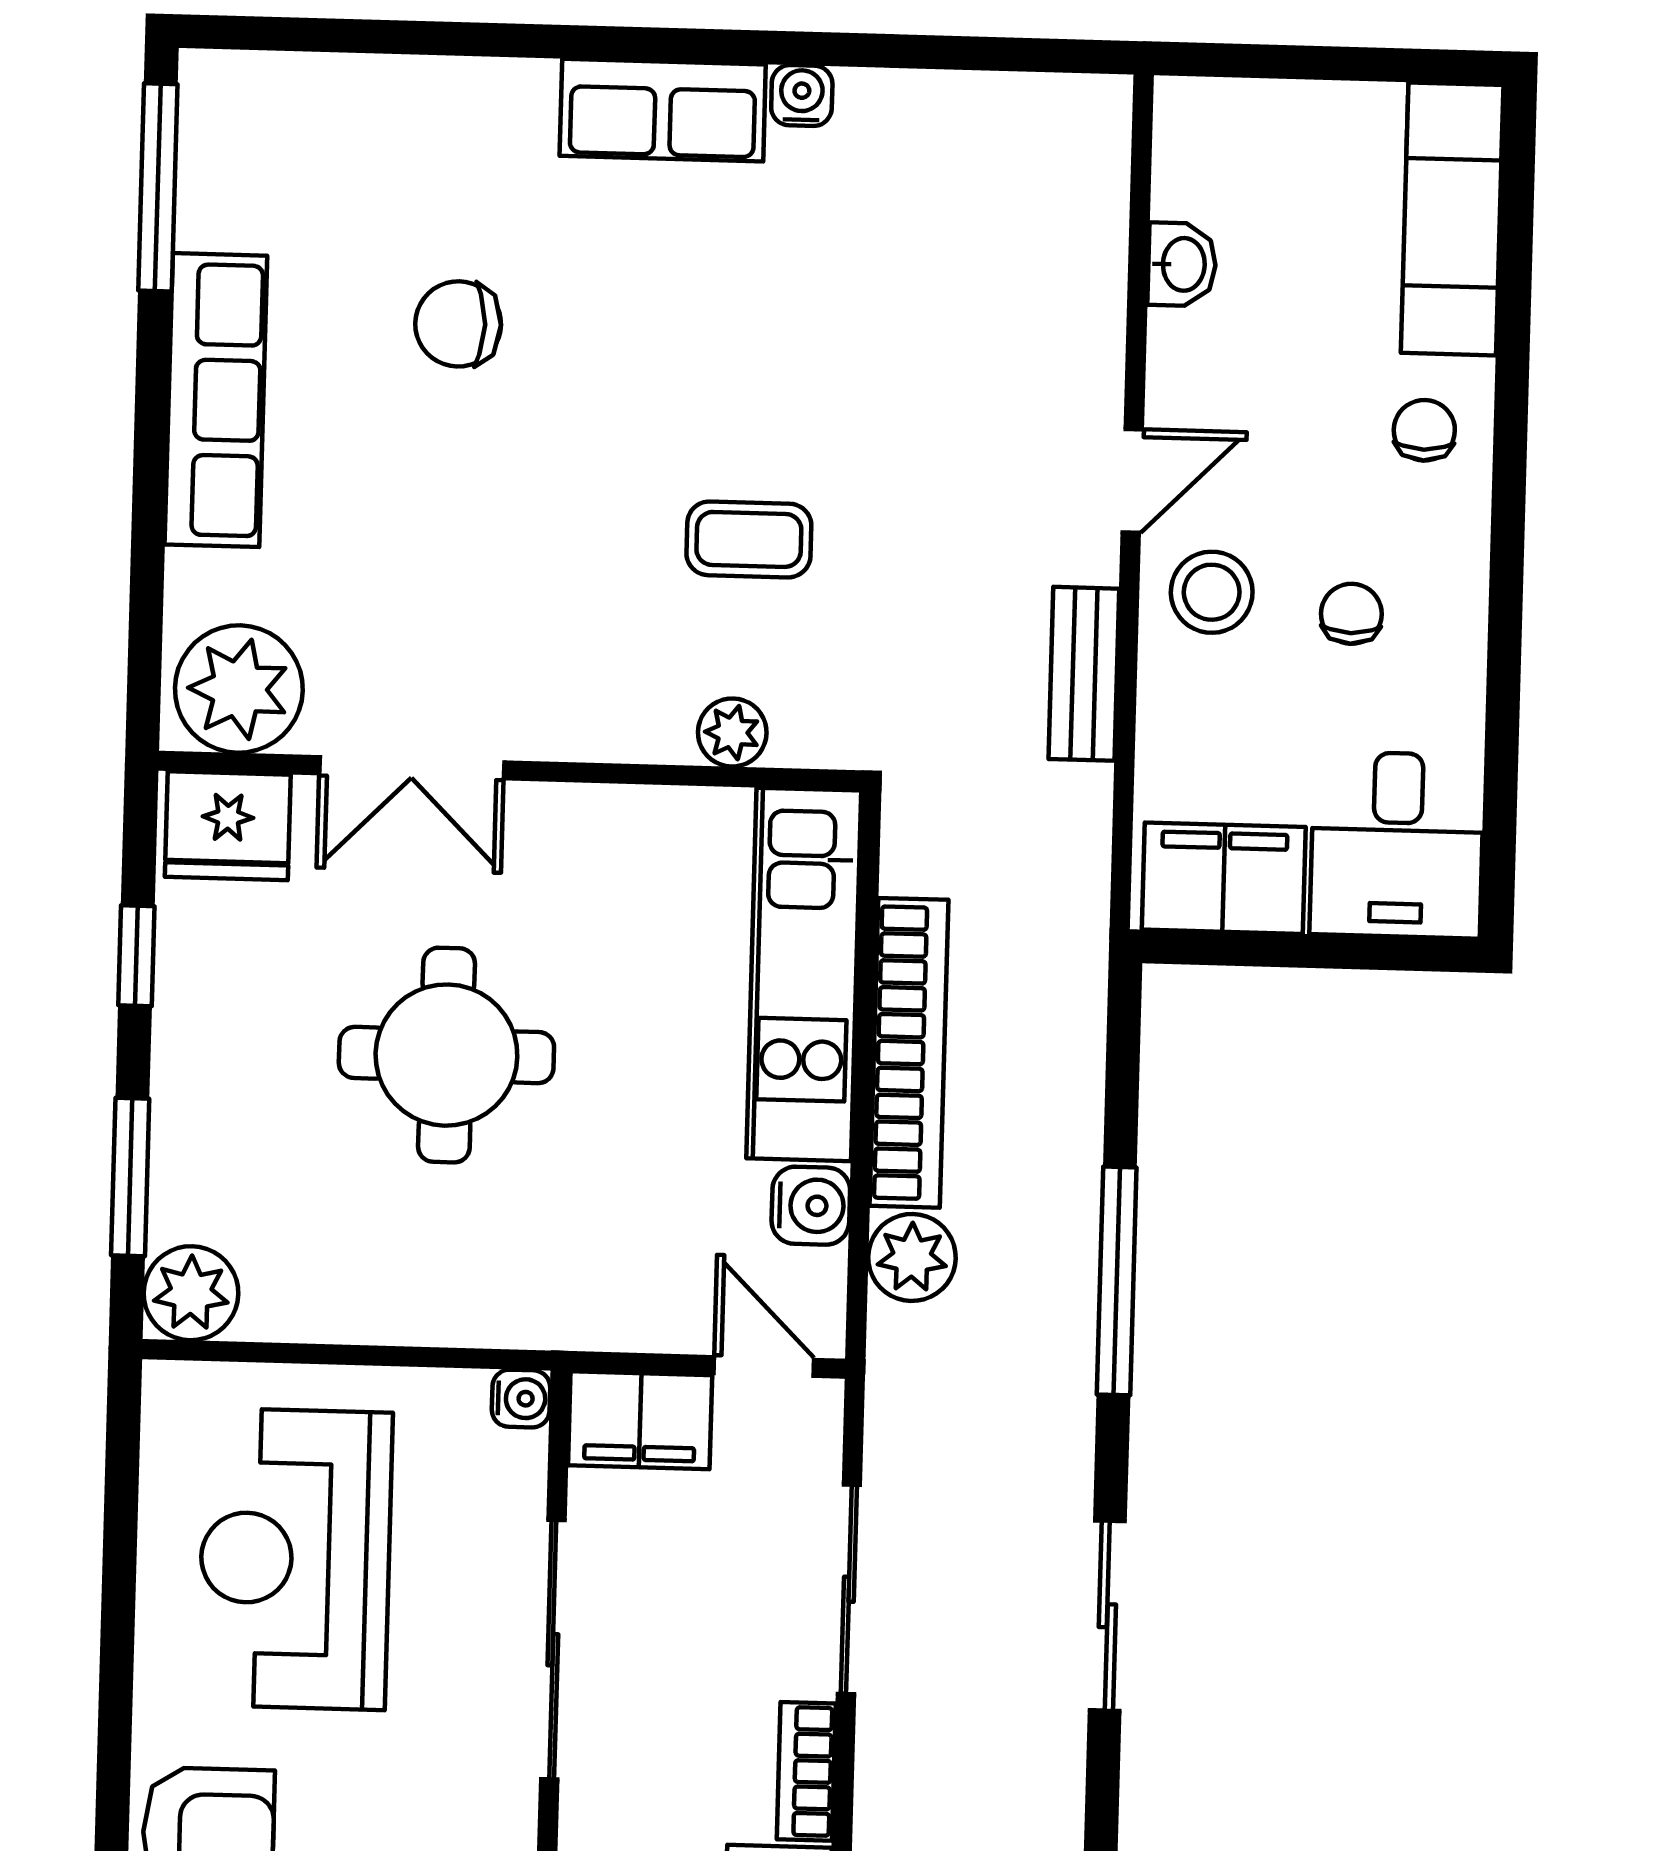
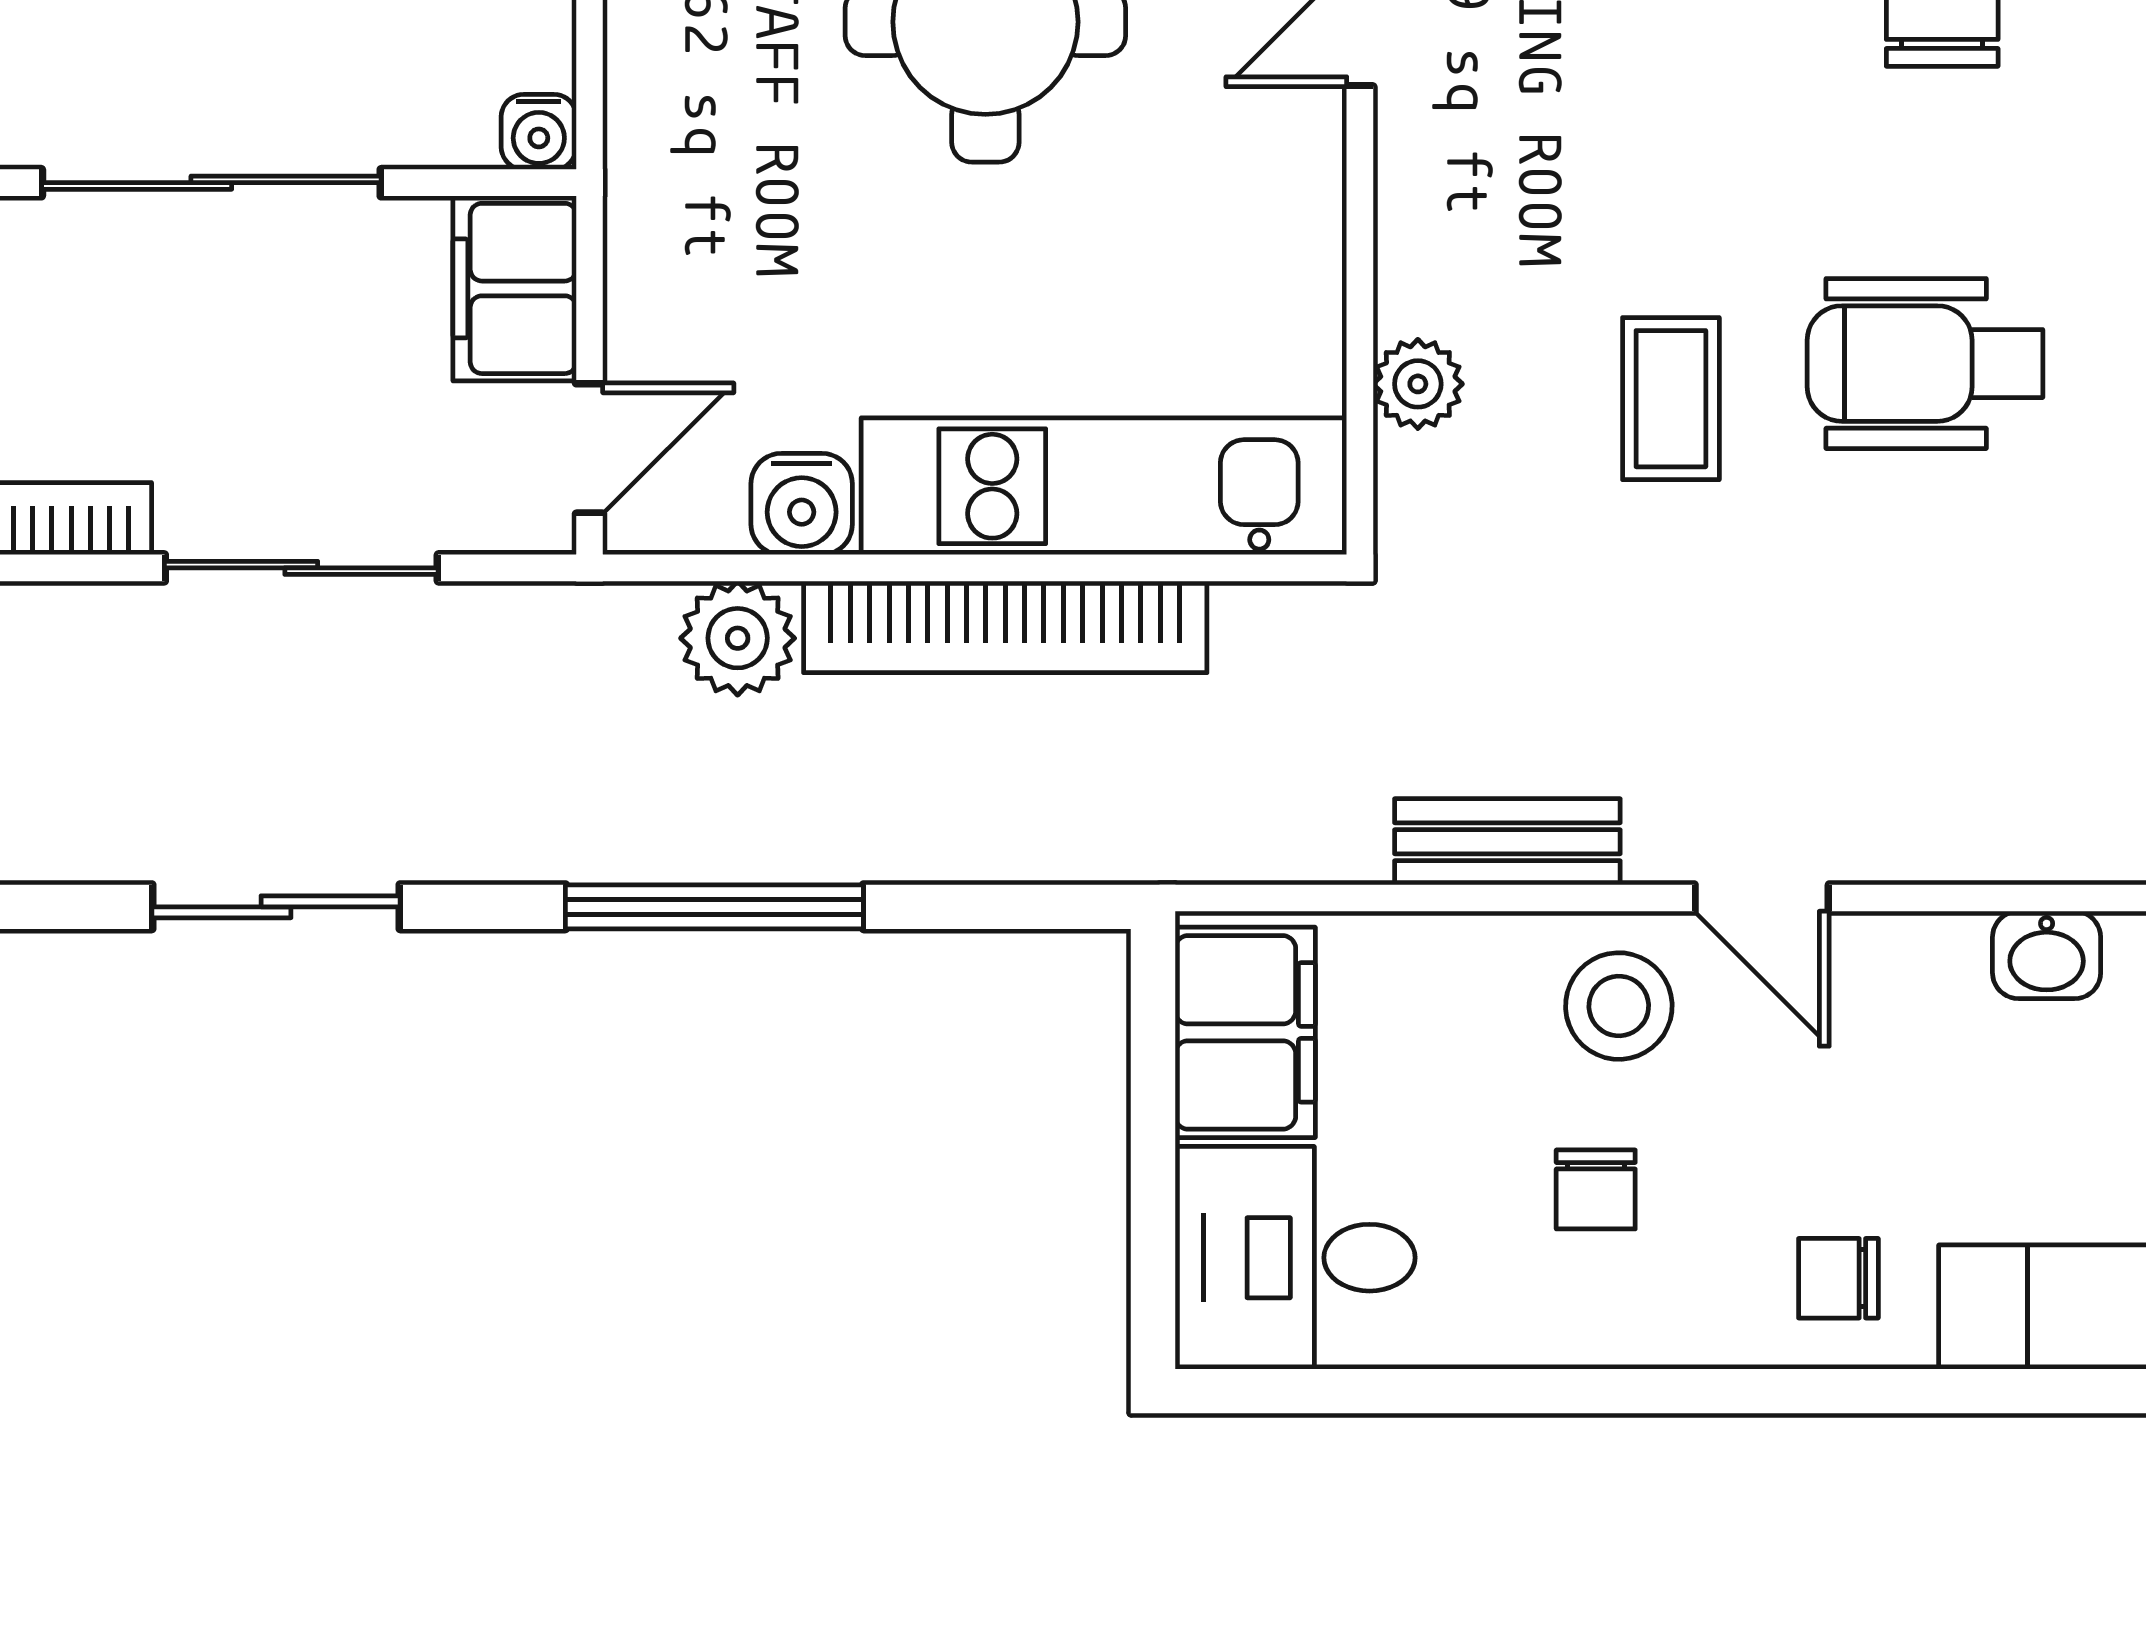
wheelchair: (728, 345) -> (1925, 364), added
chair: (1424, 430) -> (1838, 1278), turned 180
chair: (1351, 614) -> (1596, 1189), turned 90

